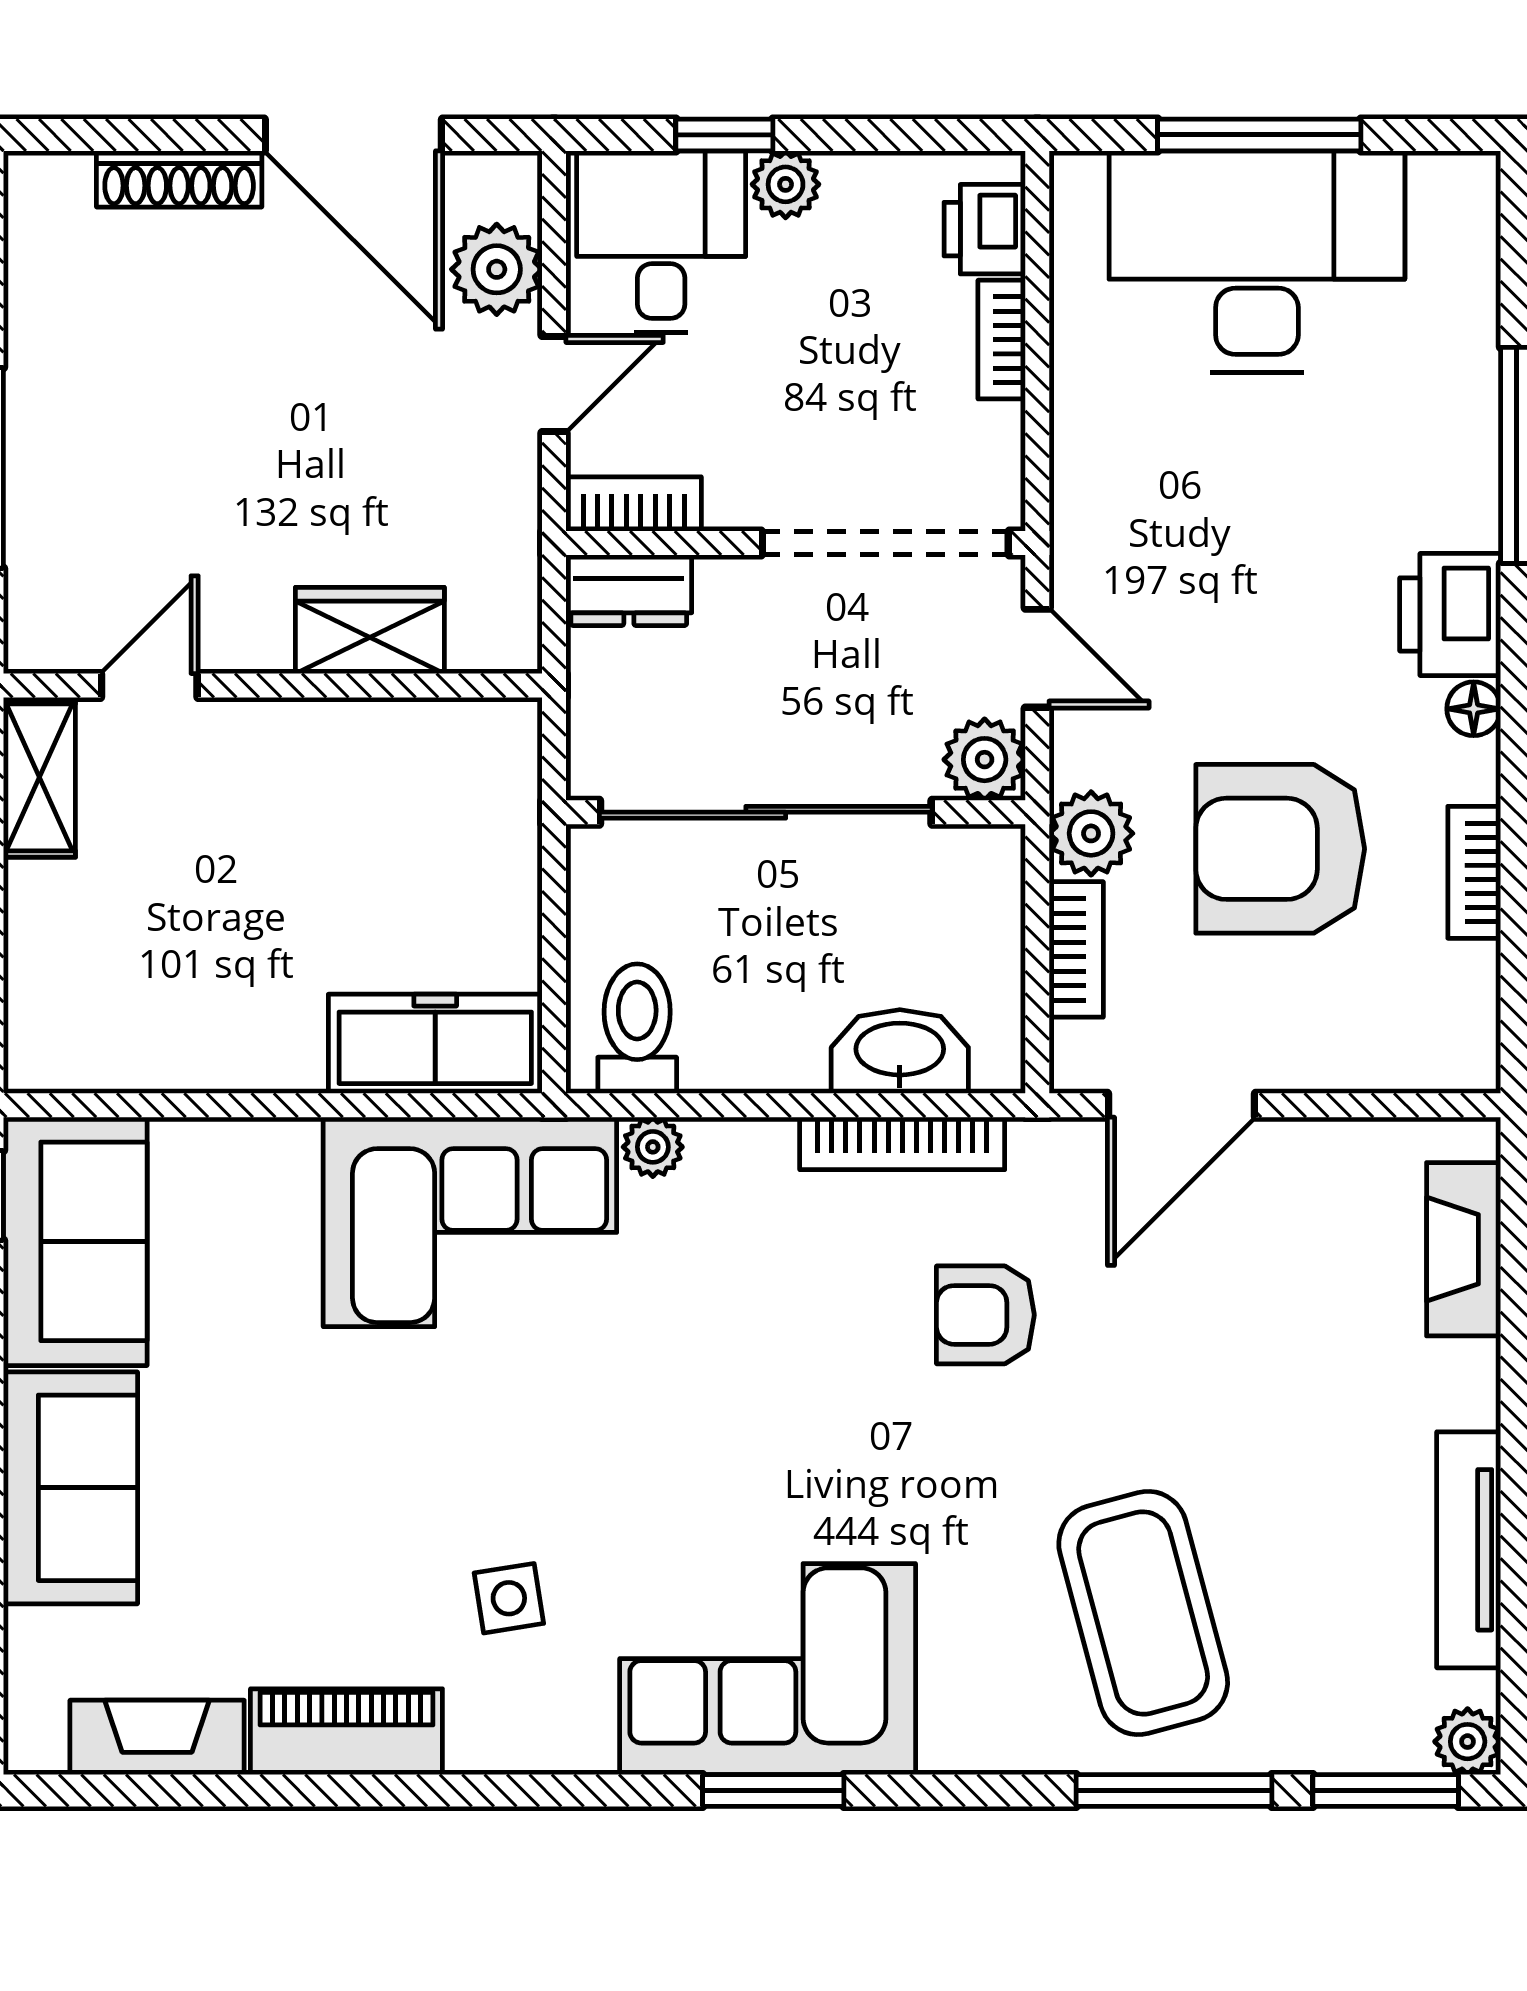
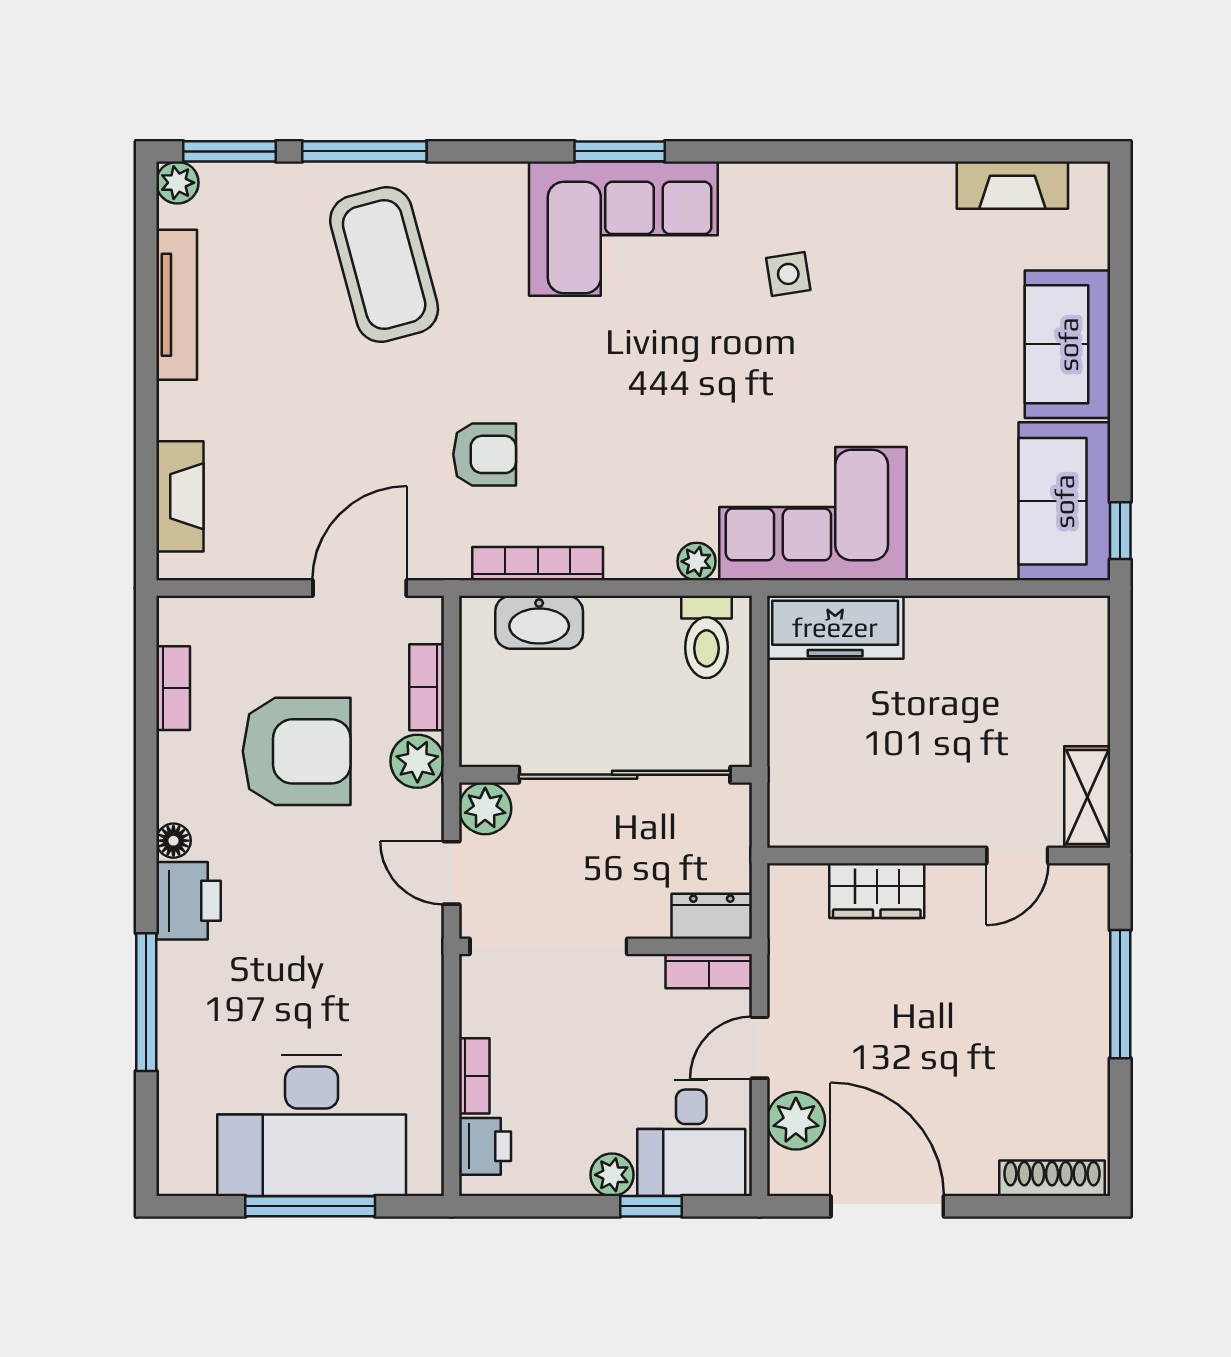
shoe rack: (179, 179) -> (1052, 1178), moved
bookcase: (1474, 872) -> (173, 688), moved
piano: (346, 1732) -> (892, 189), removed

